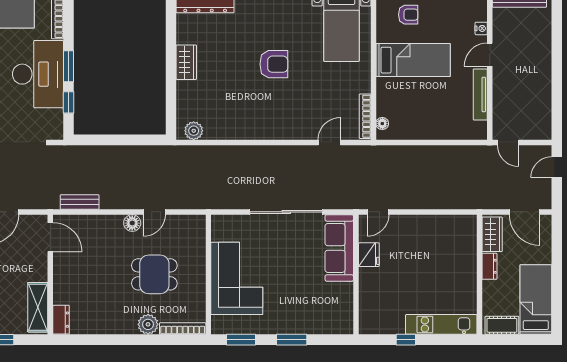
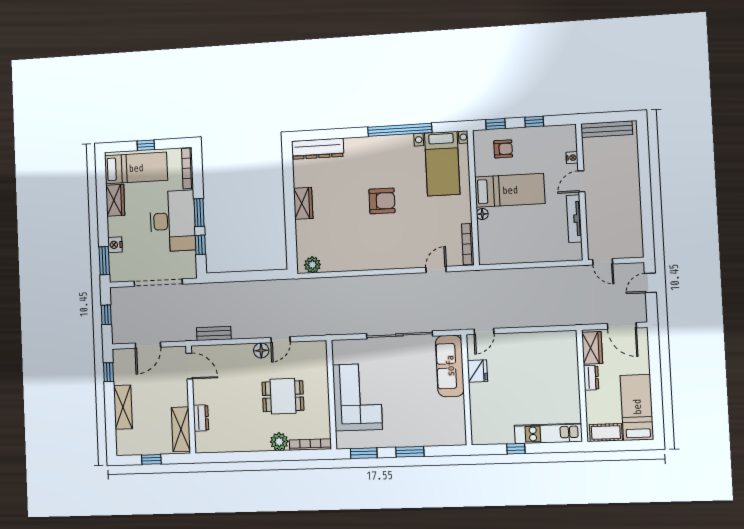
floor lamp: (382, 124) -> (482, 214), moved
dresser: (61, 320) -> (201, 418), moved

